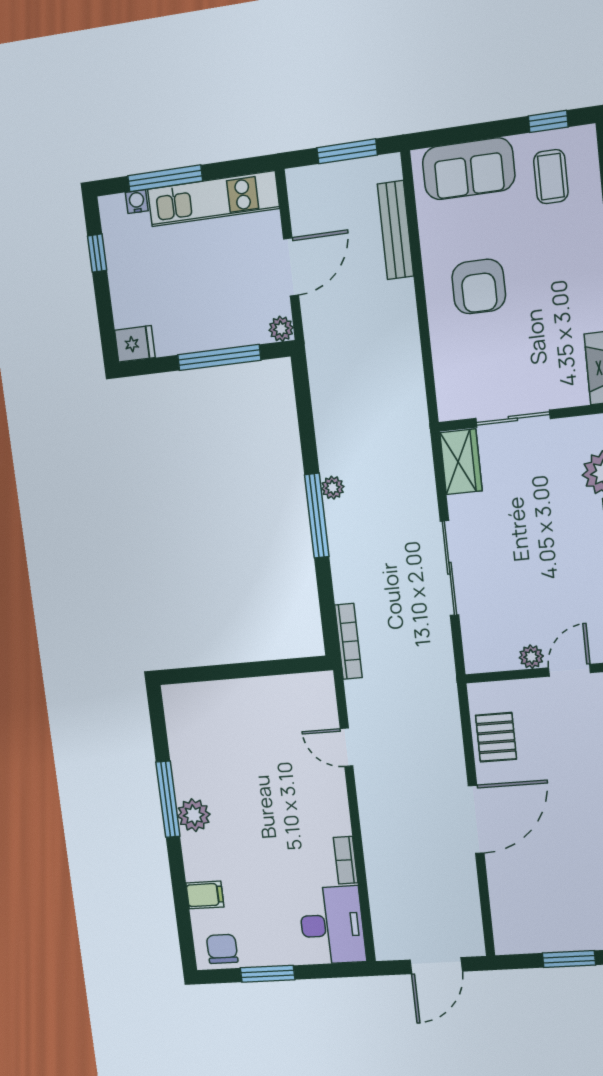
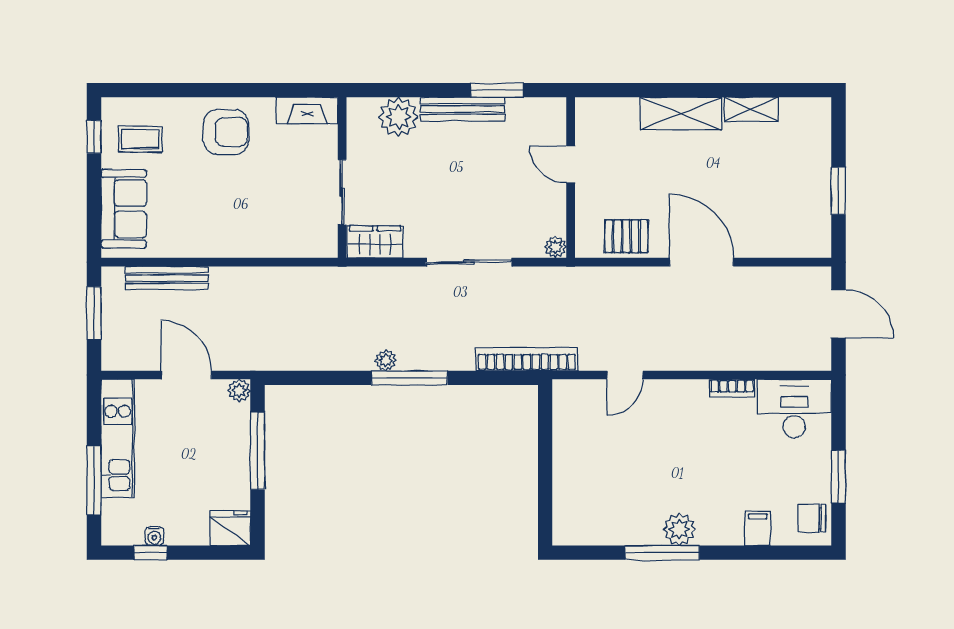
water cooler: (137, 202) -> (154, 536), moved, turned -90
armchair: (479, 287) -> (226, 132), moved
fridge: (135, 344) -> (230, 528), width x1.38
bookcase: (348, 641) -> (527, 359), width x1.48, depth x1.31
plant: (531, 657) -> (555, 247), moved

